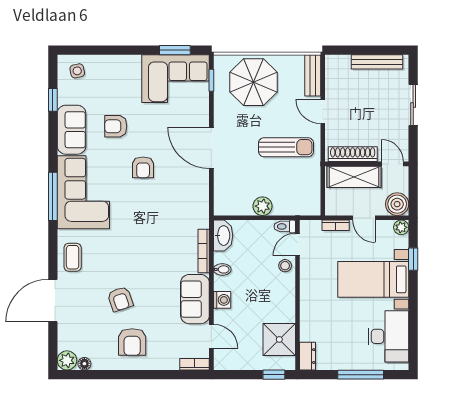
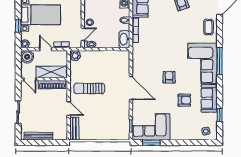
parasol: (254, 82) -> (107, 125), removed
plant: (263, 206) -> (75, 56), moved

